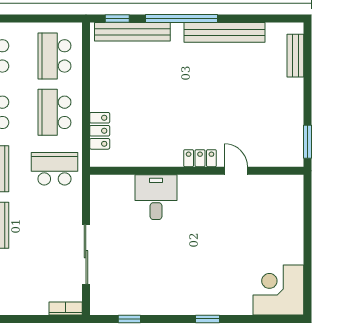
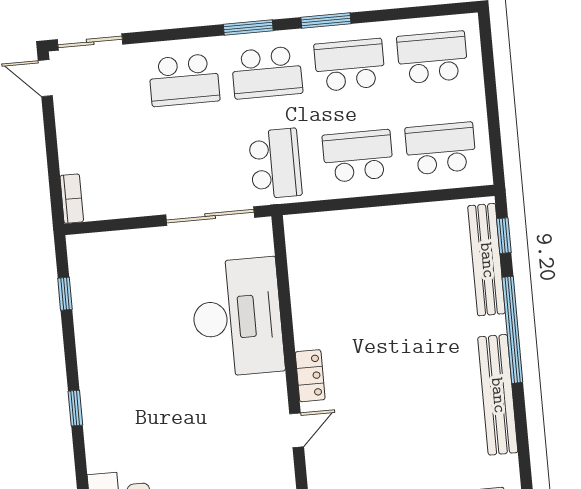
locker: (100, 131) -> (337, 225), removed
desk: (156, 197) -> (237, 317), width x1.87, depth x1.30
sliding door: (86, 254) -> (210, 216), moved

